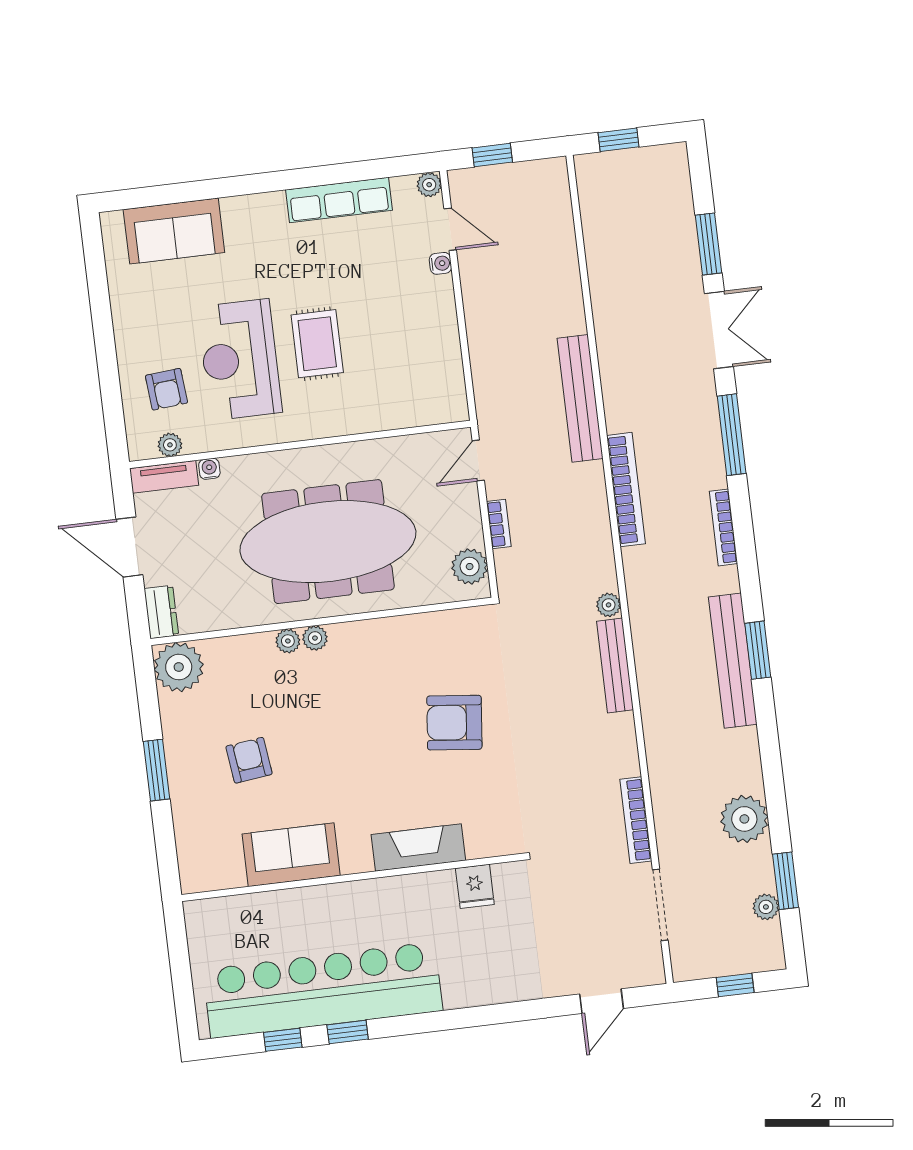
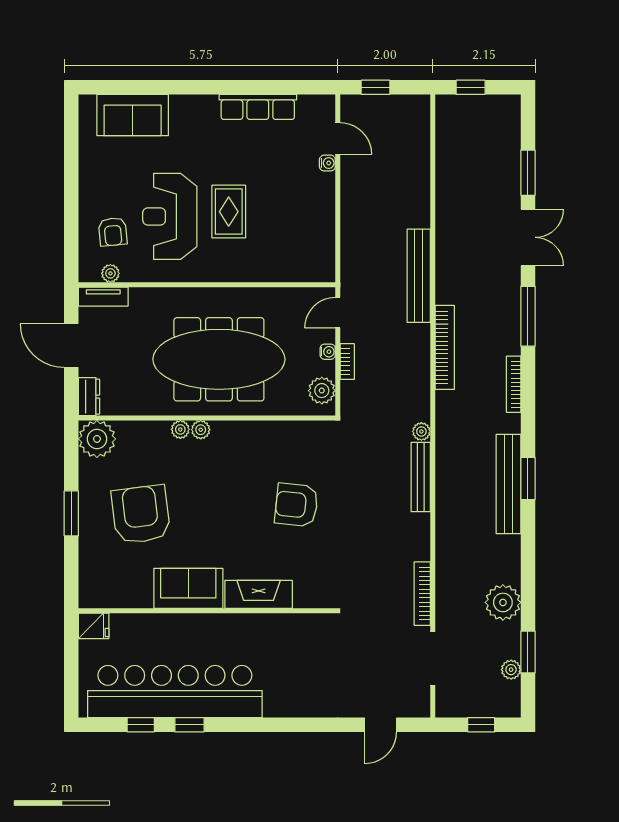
plant: (429, 185) -> (326, 104), removed
water cooler: (209, 469) -> (328, 352), moved, turned 90
armchair: (249, 760) -> (141, 514), width x1.88, depth x1.88
sofa: (291, 855) -> (188, 588), moved
fridge: (475, 886) -> (94, 626), moved, turned -90

